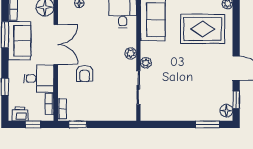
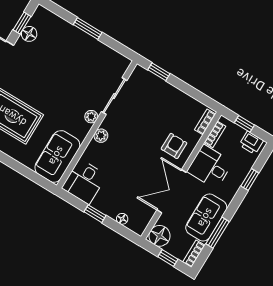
armchair: (85, 74) -> (174, 146), moved
floor lamp: (226, 111) -> (29, 34), moved
window: (78, 124) -> (159, 72), moved
window: (208, 124) -> (88, 29), moved

